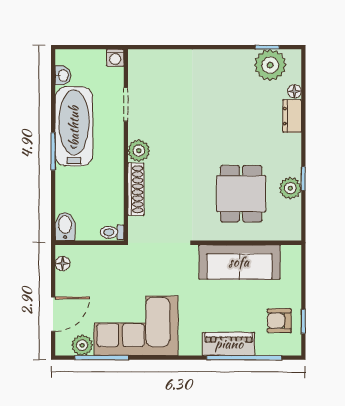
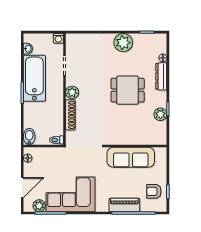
plant: (270, 65) -> (123, 43), moved
dresser: (292, 116) -> (161, 76), width x1.44
dining table: (241, 194) -> (128, 90), moved, turned 90

